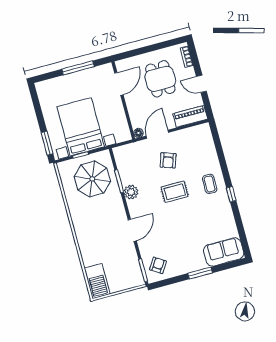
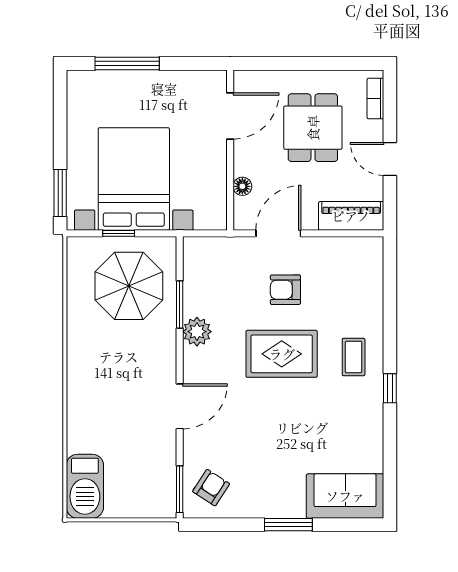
window: (78, 68) -> (127, 64), moved
floor lamp: (138, 133) -> (242, 186), moved
armchair: (168, 160) -> (285, 290), turned 71
rug: (175, 192) -> (282, 354), width x1.36, depth x1.43

